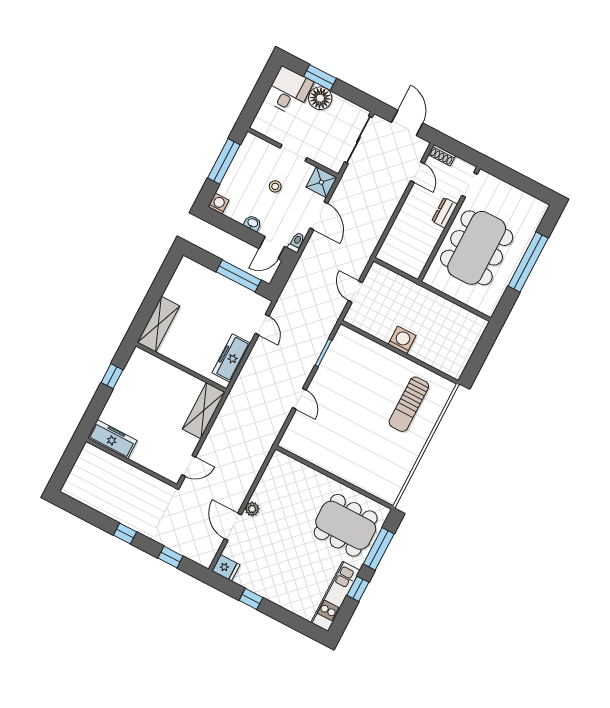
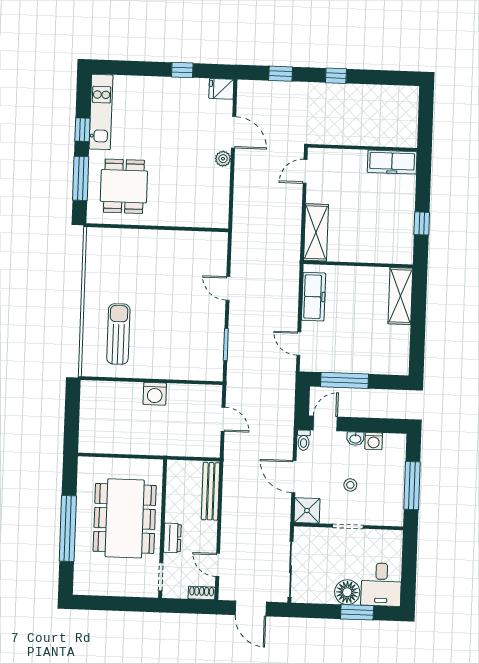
washing machine: (218, 203) -> (374, 441), moved
bench: (394, 236) -> (211, 491), added
dining table: (346, 525) -> (124, 186), width x0.73

